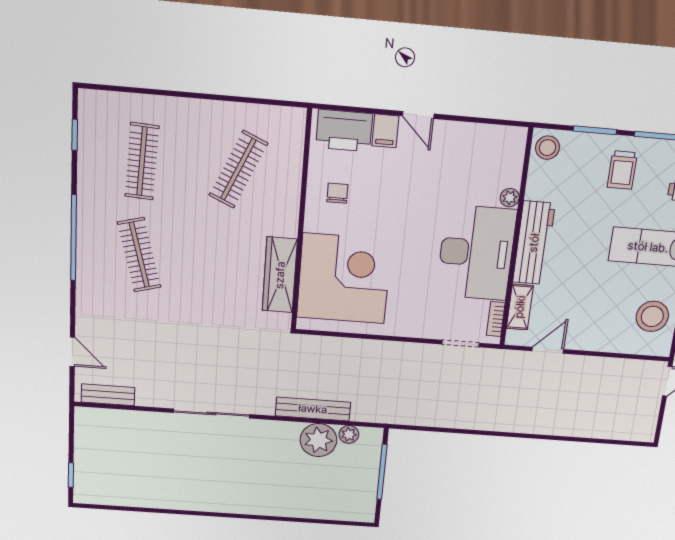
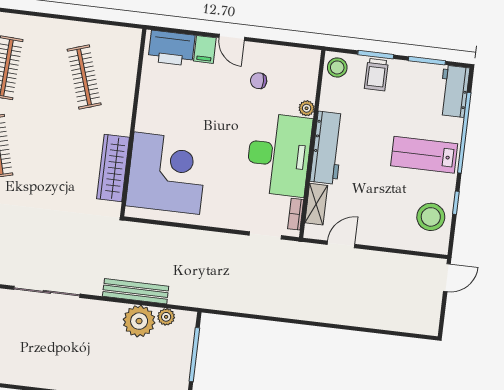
clothes rail: (238, 169) -> (84, 77), turned -42
trolley: (622, 170) -> (376, 75), moved
chair: (337, 193) -> (259, 81), moved, turned -90

